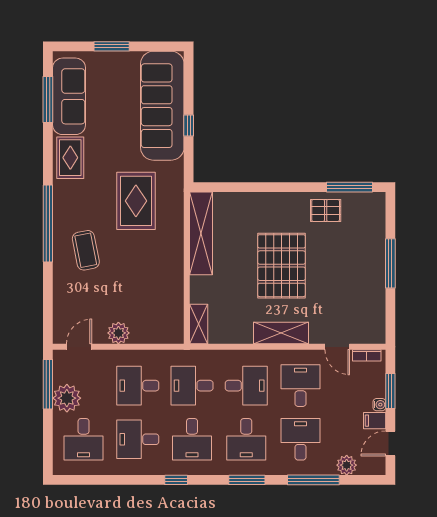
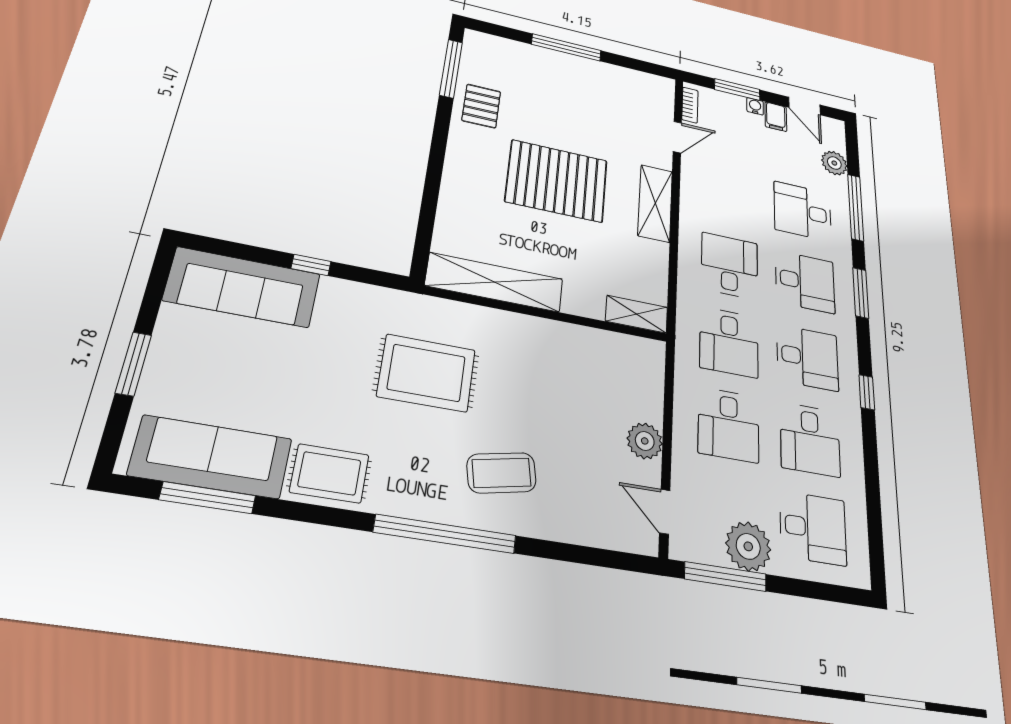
sofa: (162, 106) -> (243, 287), width x0.74, depth x0.79
desk: (300, 386) -> (730, 195), removed

